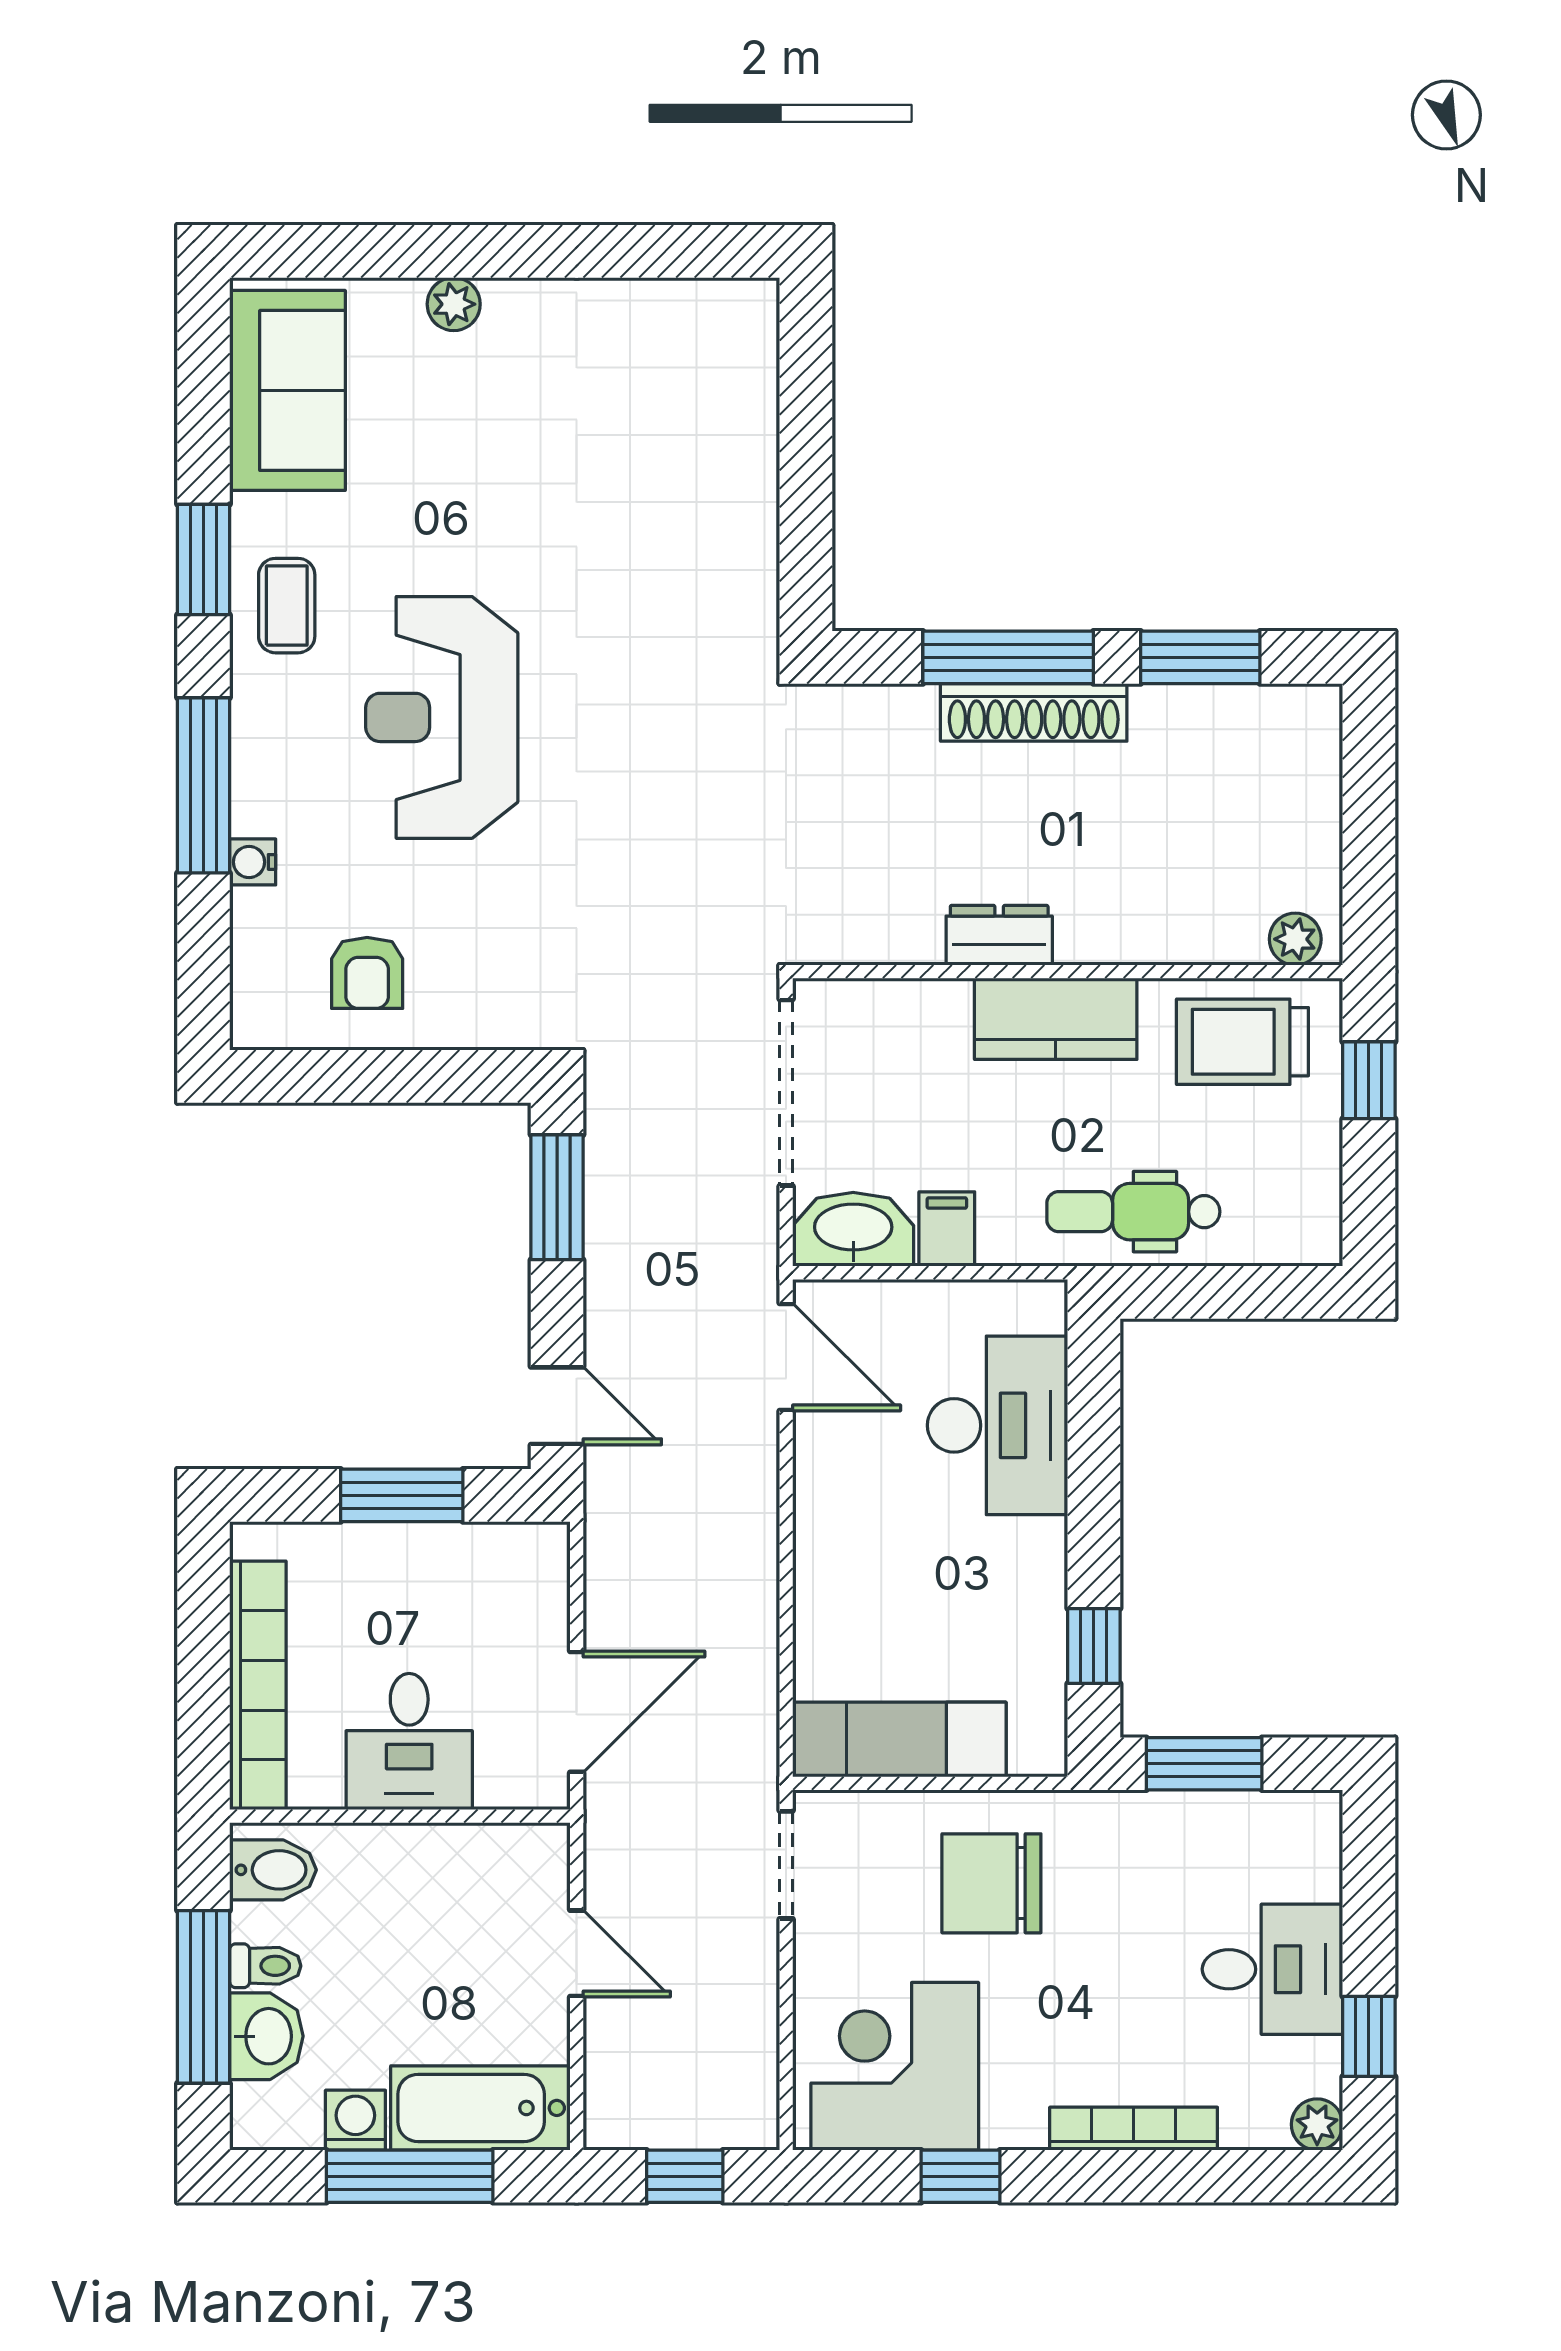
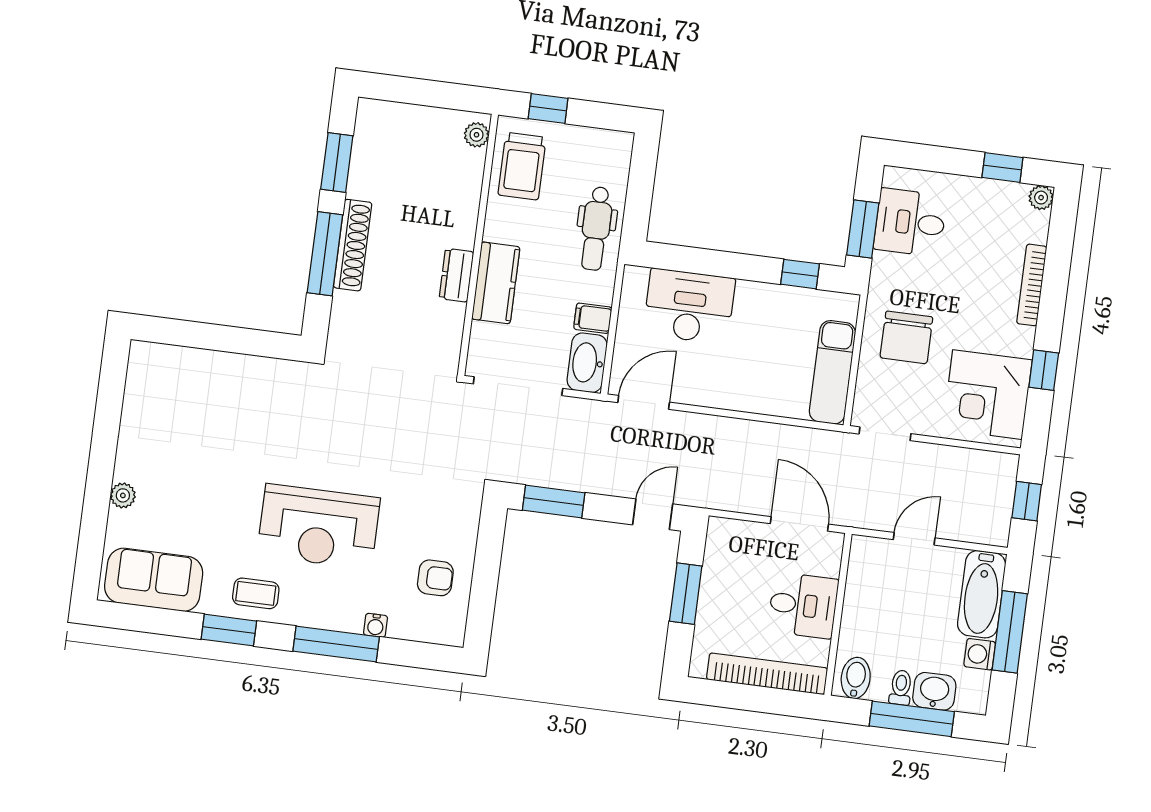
kitchen counter: (1056, 1019) -> (496, 283), moved
desk: (1272, 1969) -> (910, 222), moved, turned -90

